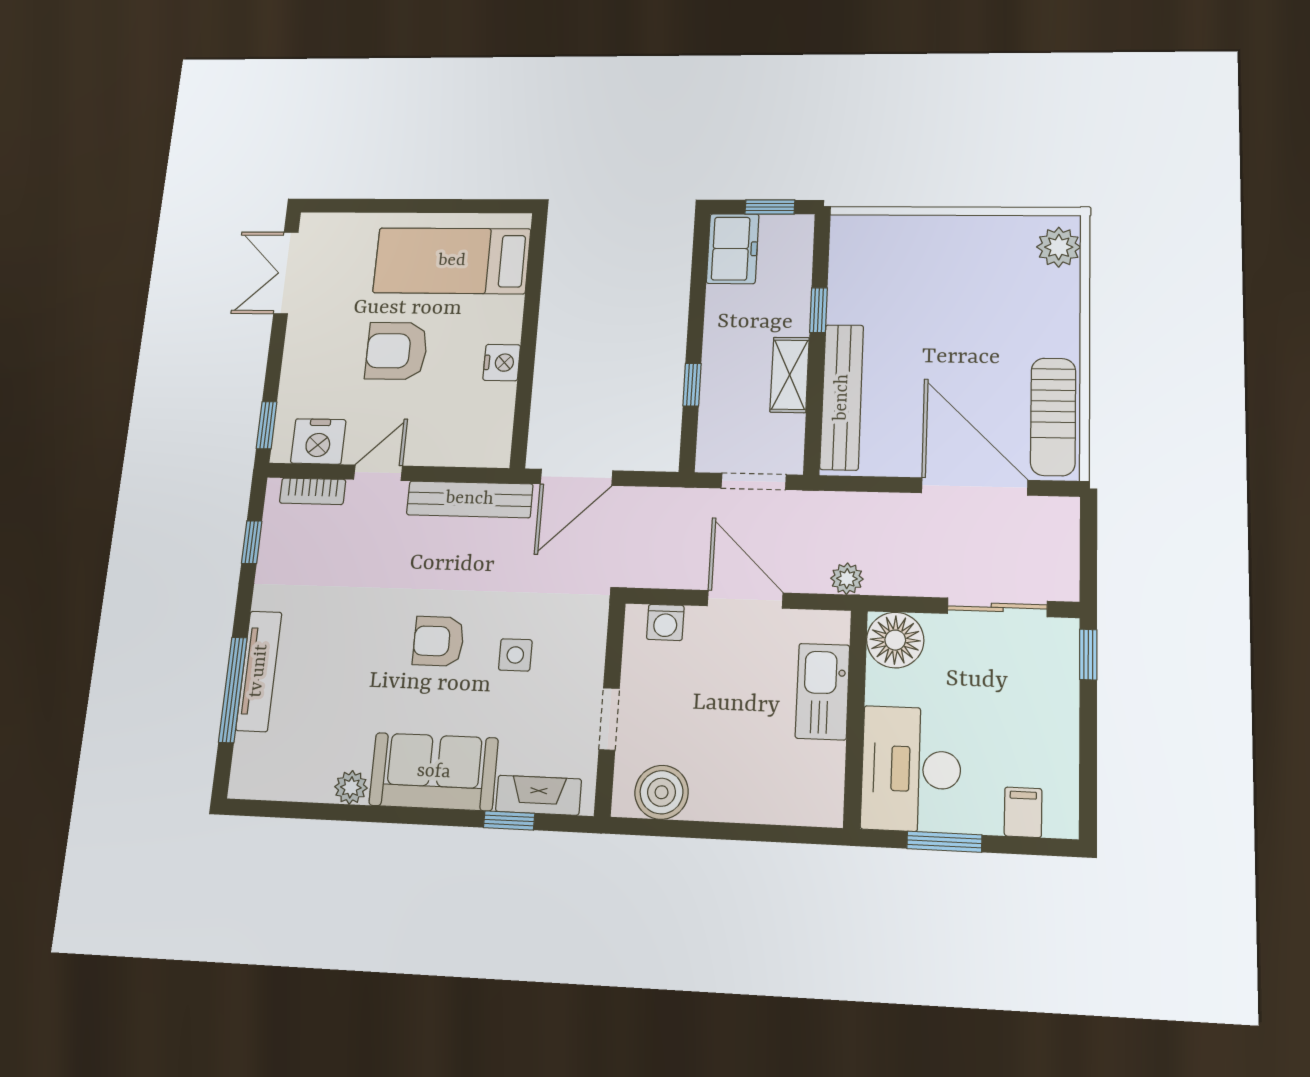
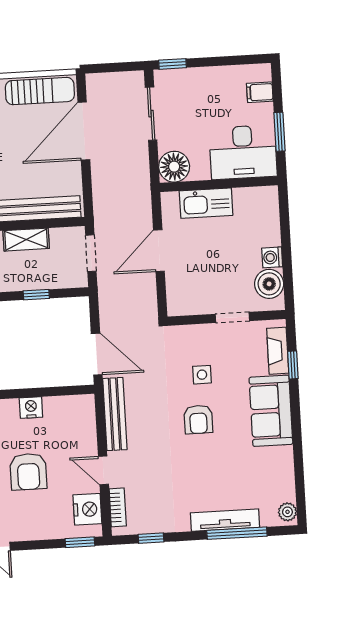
plant: (847, 579) -> (142, 196), removed
washing machine: (665, 622) -> (272, 257), moved, turned 180
plant: (351, 787) -> (287, 512), moved

